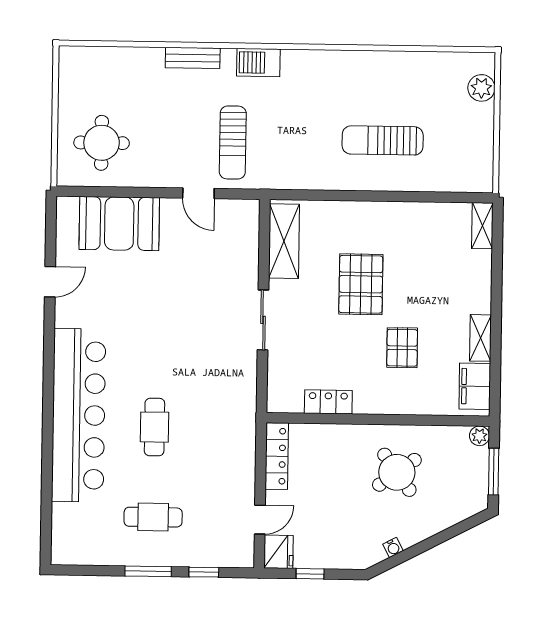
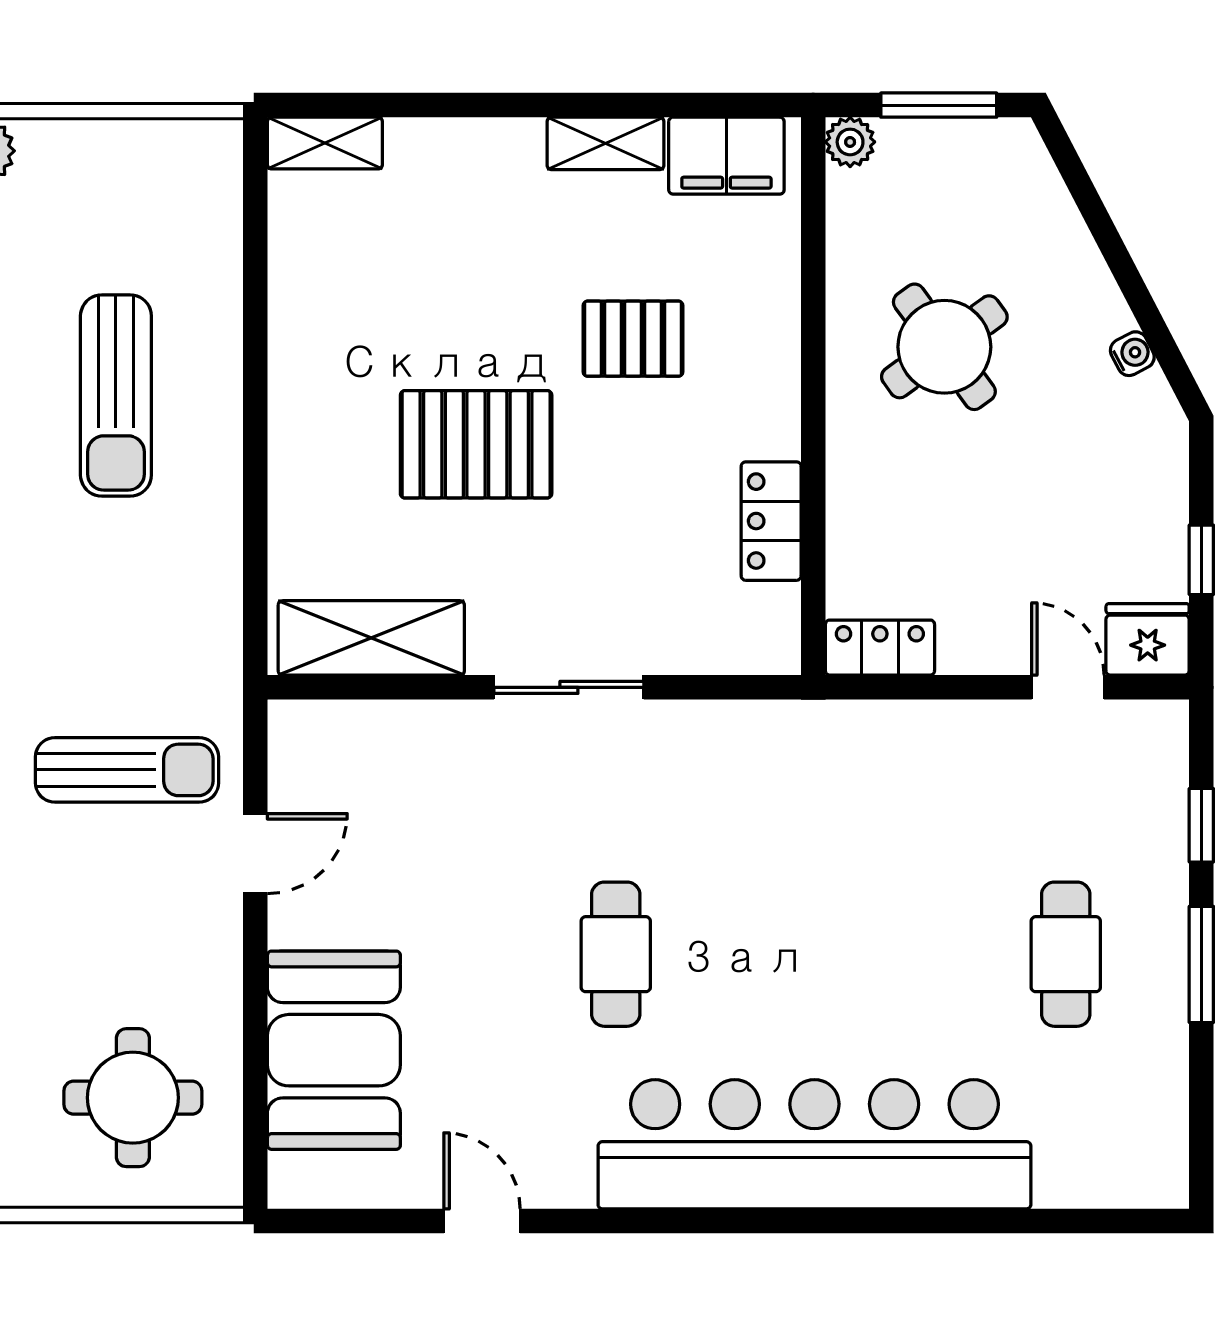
cafe table: (154, 427) -> (616, 954), moved, turned 90
locker: (277, 456) -> (880, 648), width x0.66

